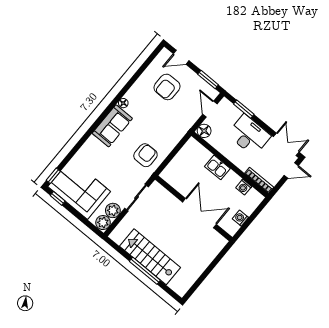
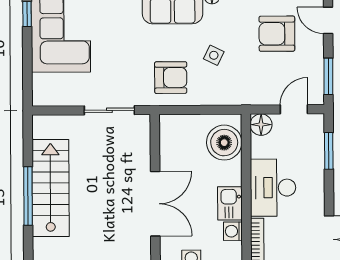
side table: (152, 126) -> (214, 55), added
desk: (249, 135) -> (273, 188), moved, turned 180
boiler: (198, 156) -> (224, 143), added
kitchen sink: (217, 167) -> (230, 203), moved
plant: (113, 210) -> (69, 95), removed
plant: (103, 223) -> (44, 95), removed

